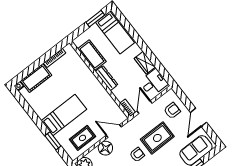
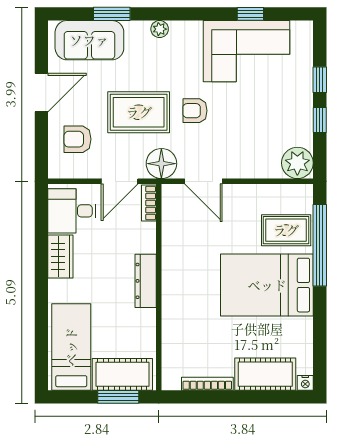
window: (95, 19) -> (118, 397), moved
cot: (92, 55) -> (122, 374), moved, turned 90
bed: (64, 115) -> (267, 285), width x1.50
rug: (82, 138) -> (286, 230), moved
window: (53, 141) -> (320, 245), width x2.11
floor lamp: (105, 148) -> (161, 164), moved

